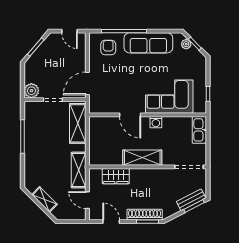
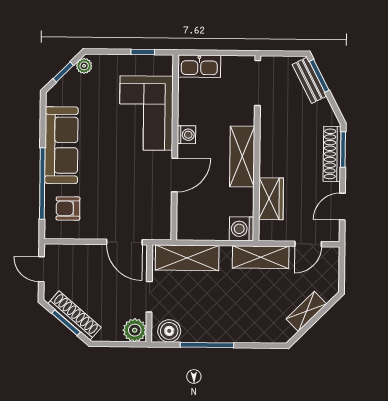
door: (70, 31) -> (41, 269), swing flipped
plant: (186, 44) -> (84, 66), moved
shoe rack: (40, 52) -> (75, 316), added
boiler: (31, 113) -> (169, 331), added
washing machine: (96, 158) -> (242, 229), added

